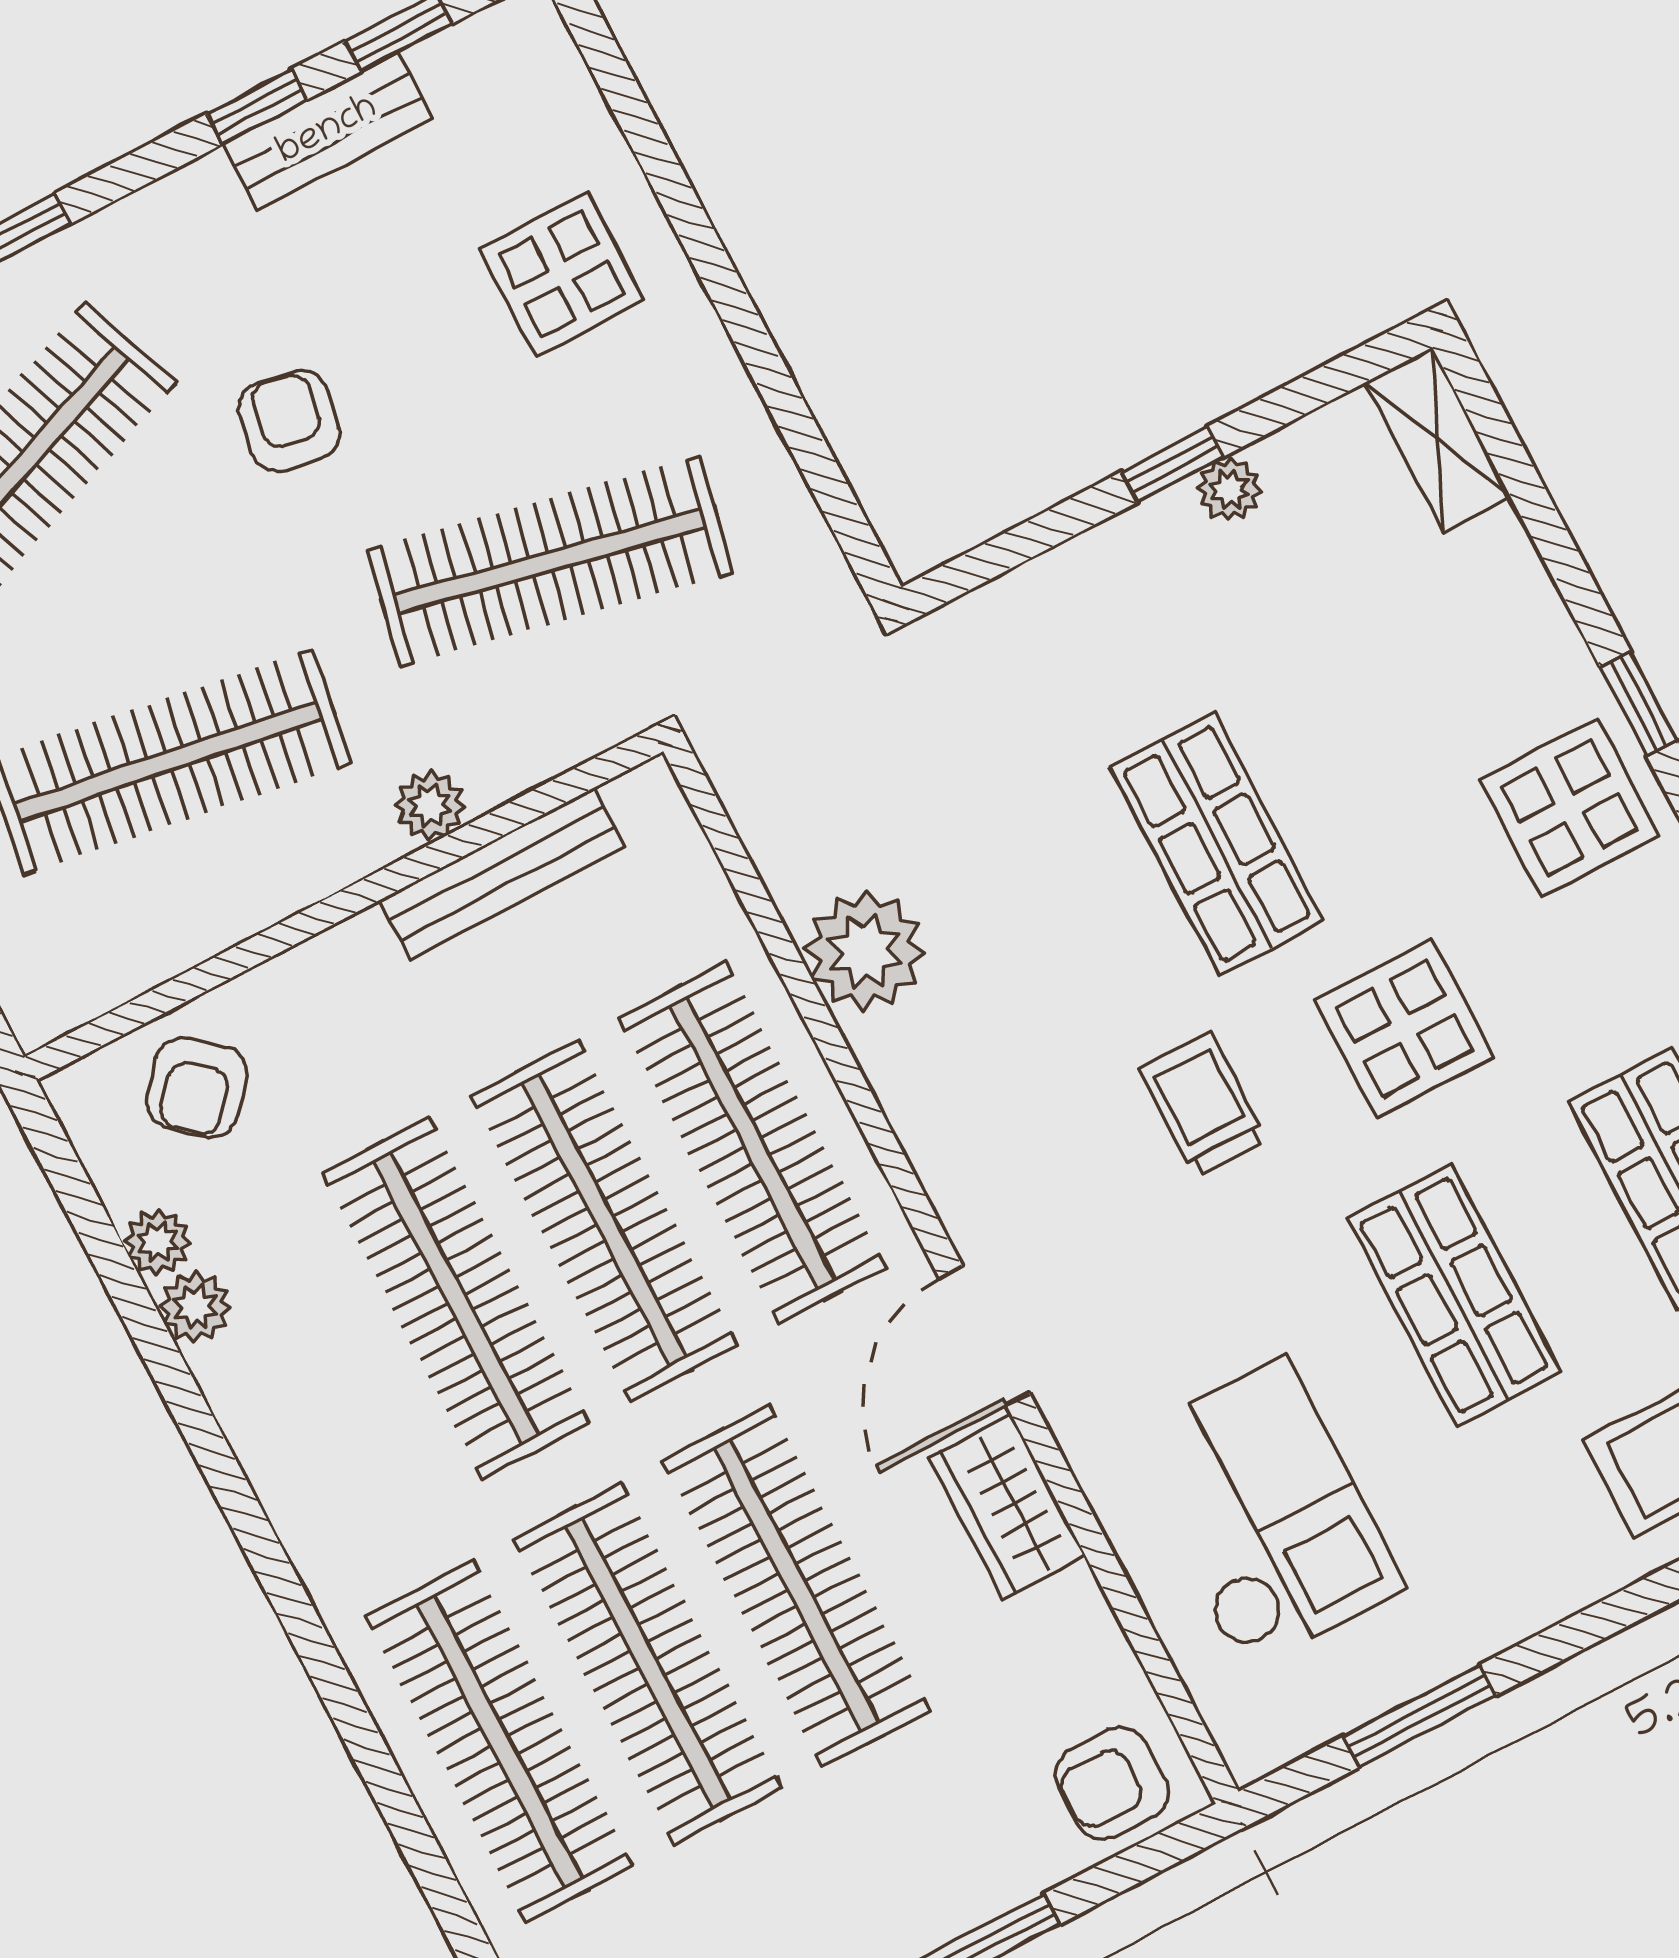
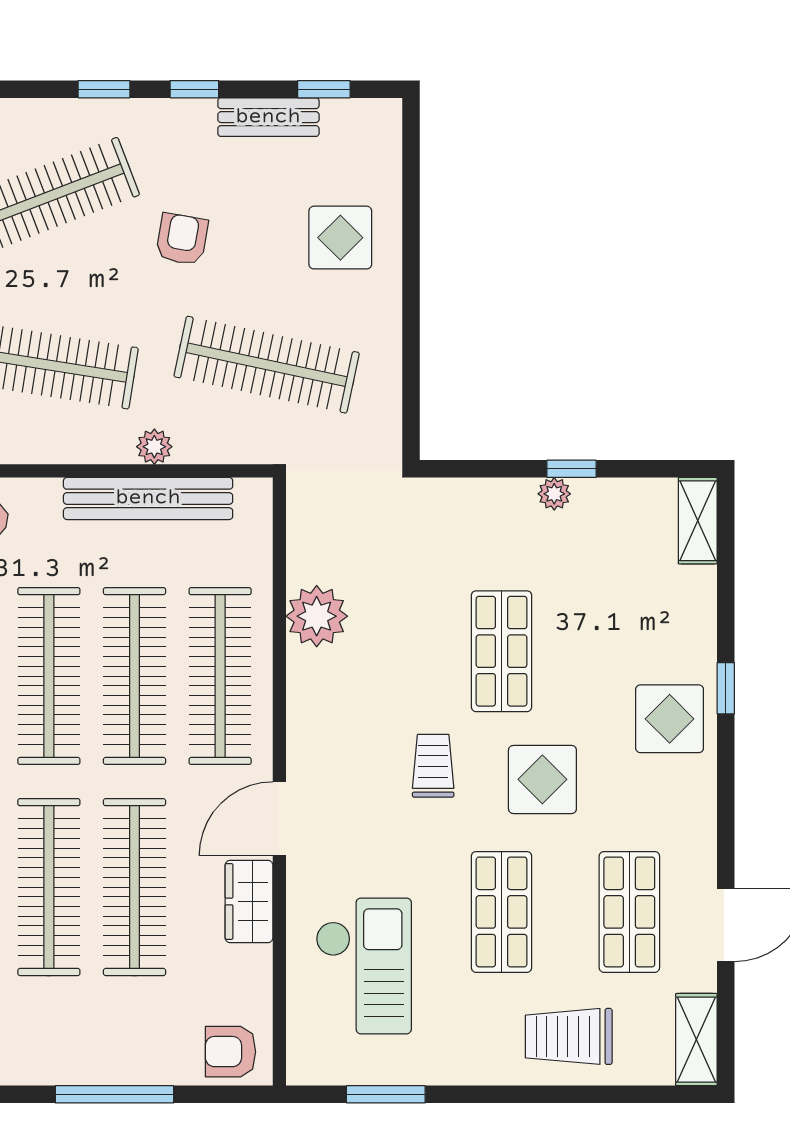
window: (257, 107) -> (194, 89), moved
plant: (1229, 490) -> (554, 494), moved
bench: (502, 874) -> (148, 498), width x1.37, depth x1.21

